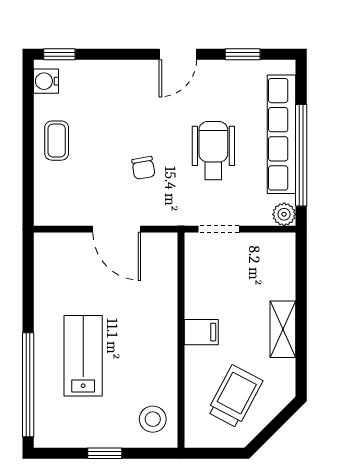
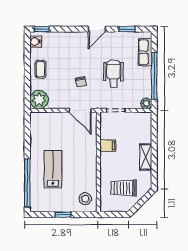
row of seats: (281, 134) -> (145, 52), width x0.50
plant: (53, 206) -> (39, 100), added
door: (117, 229) -> (80, 110), moved
filing cabinet: (201, 332) -> (108, 146), moved
trolley: (235, 396) -> (123, 188), turned -118

